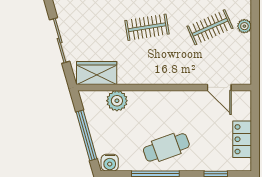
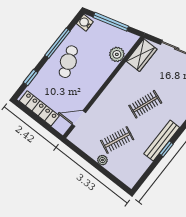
clothes rail: (147, 27) -> (145, 104), turned 30
clothes rail: (210, 27) -> (117, 140), turned 48
locker: (242, 139) -> (39, 108), width x1.53

